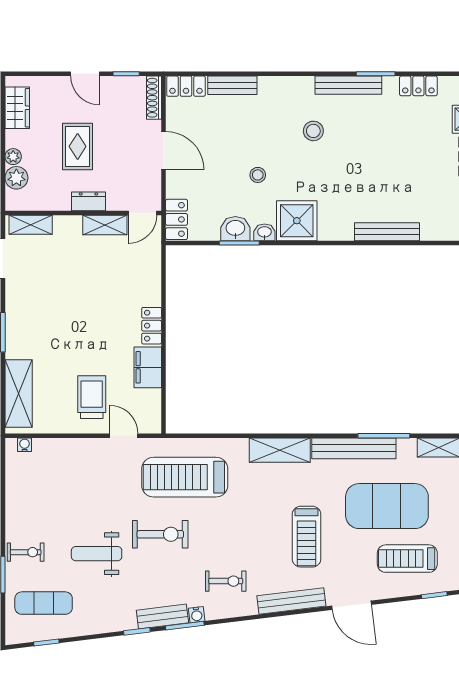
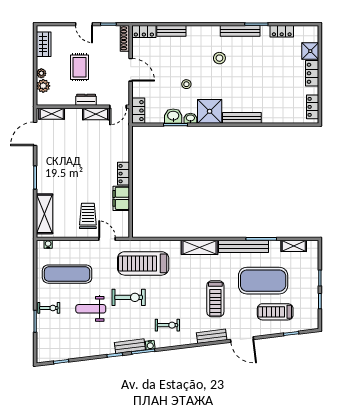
bench: (387, 232) -> (242, 118), moved
bench: (291, 601) -> (212, 336), width x0.73
exercise mat: (44, 603) -> (67, 274), moved, width x1.36, depth x1.45

